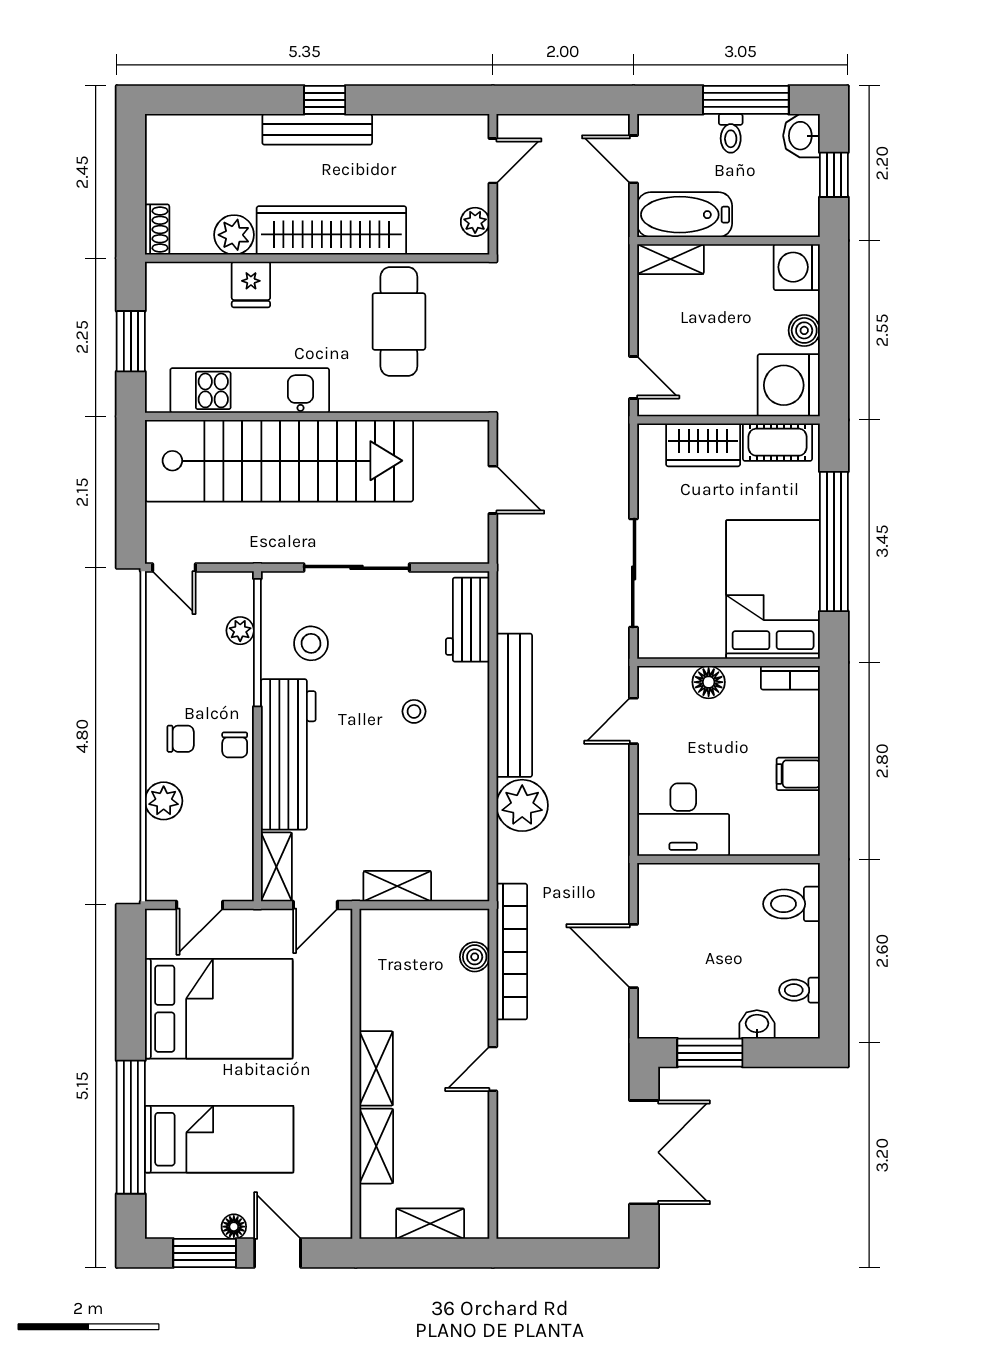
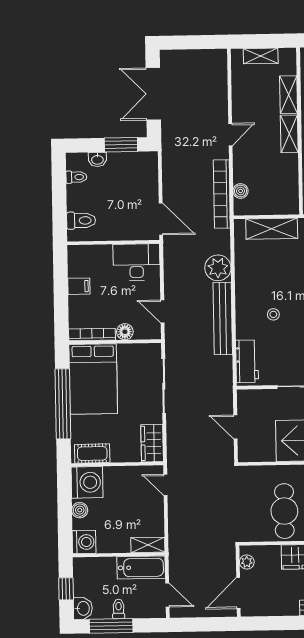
door: (493, 161) -> (238, 593), width x1.38
wardrobe: (703, 445) -> (152, 443), moved, turned -90
bookcase: (790, 678) -> (92, 335), width x1.56
door: (634, 721) -> (162, 312), swing flipped
shelving: (397, 886) -> (272, 229), width x1.50, depth x1.33
door: (634, 956) -> (161, 219), moved

